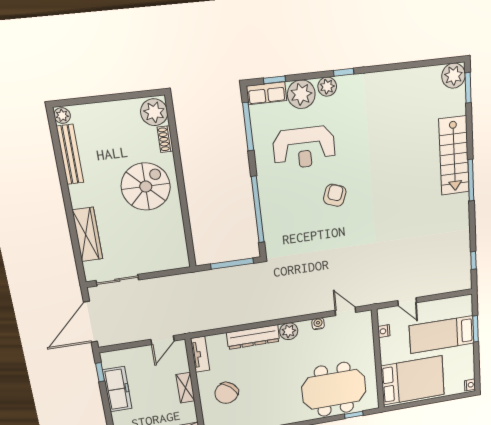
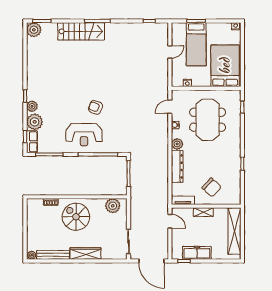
plant: (154, 112) -> (113, 206), moved
reception desk: (304, 148) -> (84, 135), moved, turned 90
wardrobe: (87, 234) -> (85, 254), moved
door: (407, 302) -> (170, 52), moved
meeting table: (334, 389) -> (208, 120), moved

